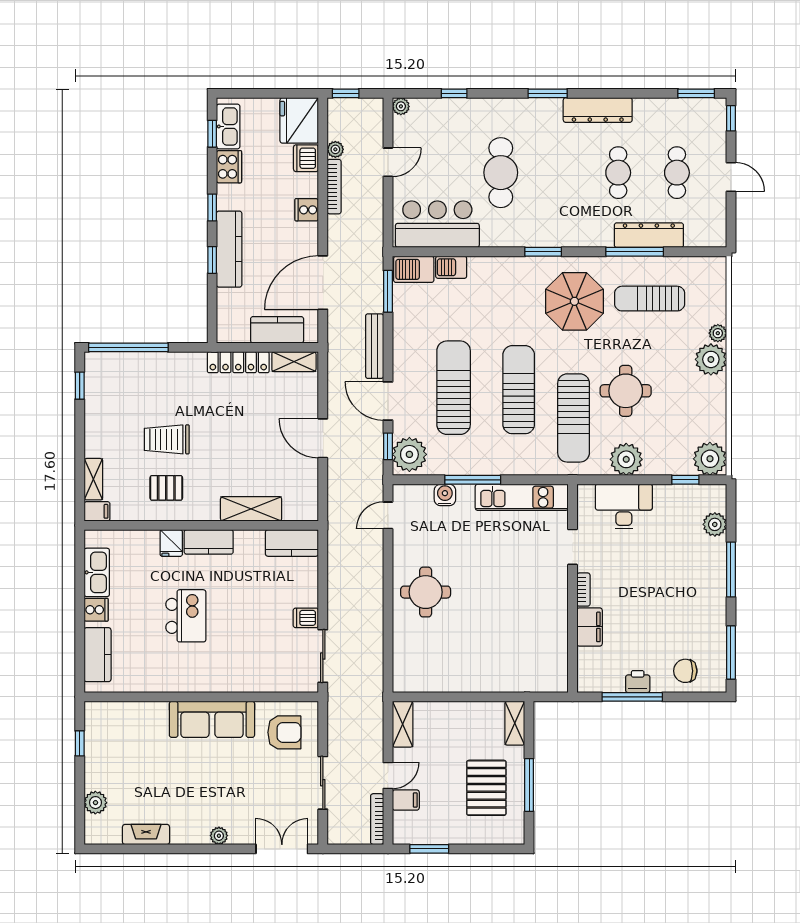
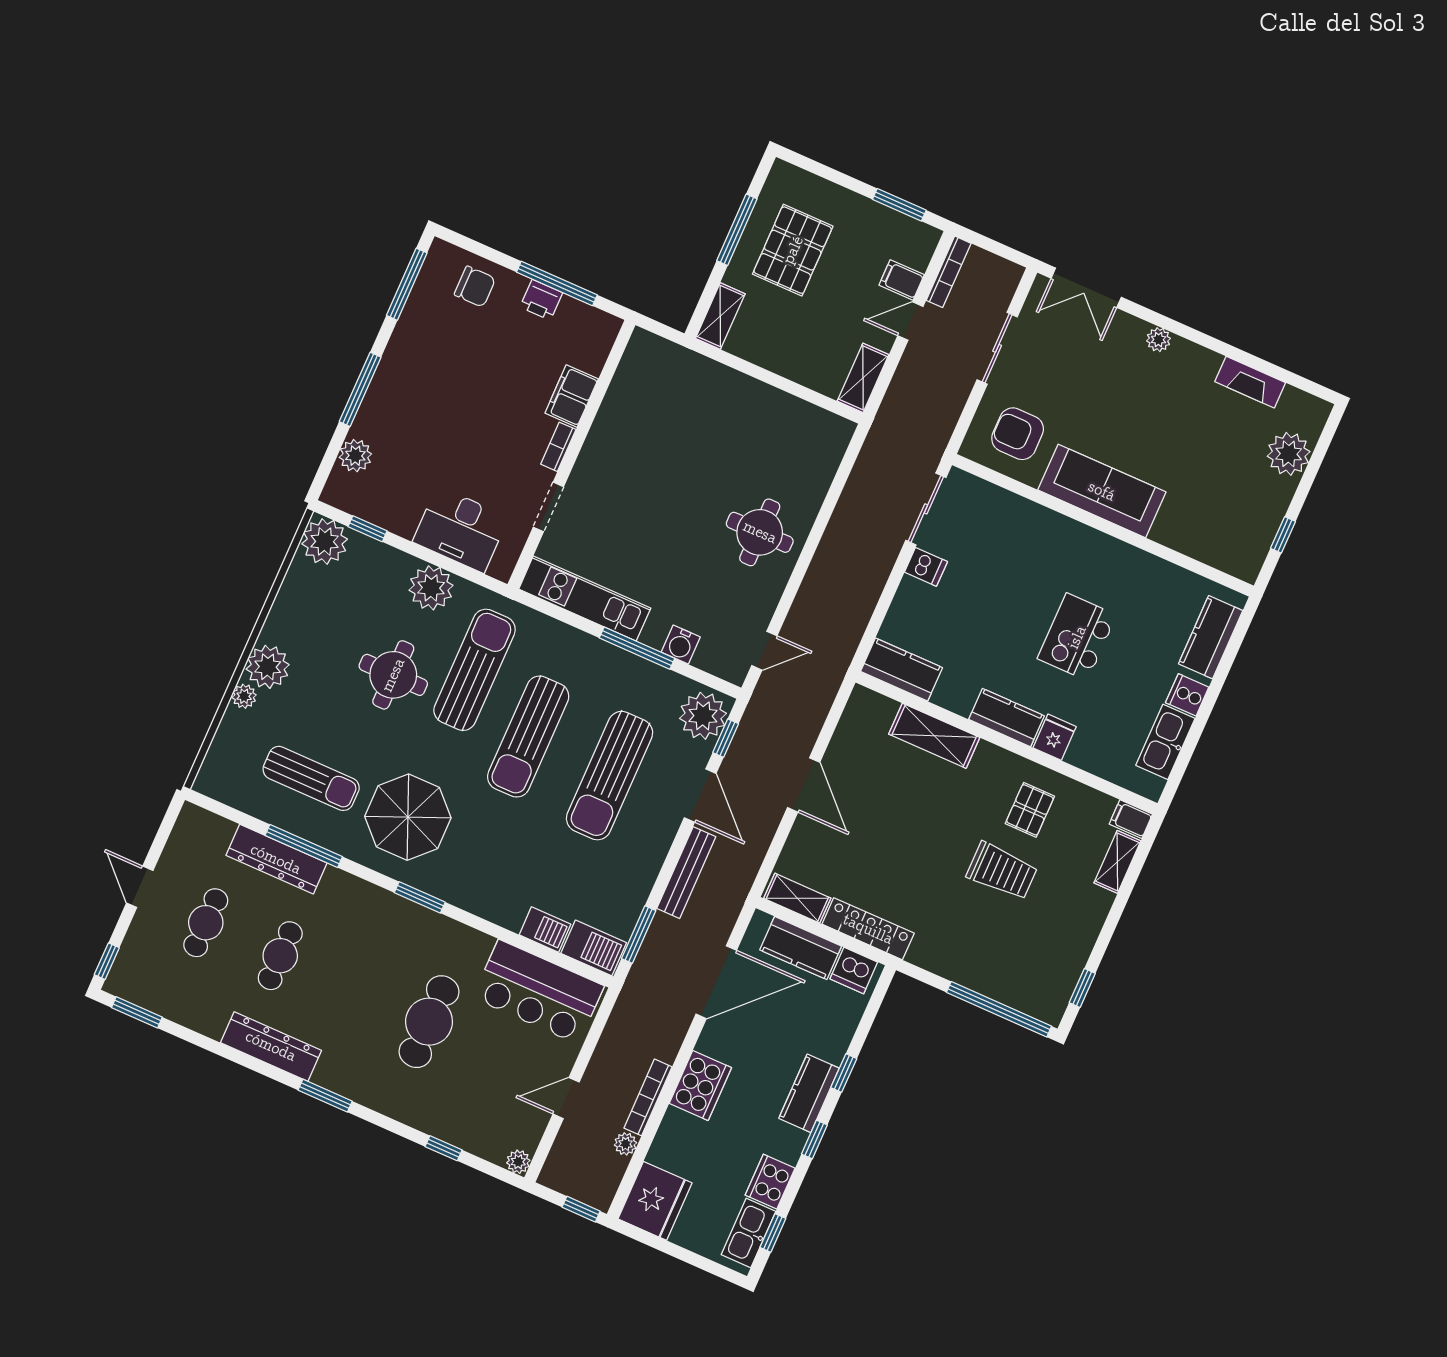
dishwasher: (306, 158) -> (854, 970), moved, turned 90
cooker: (307, 210) -> (700, 1085), width x1.87, depth x1.31
kitchen counter: (229, 249) -> (809, 1093), width x0.67
pallet: (166, 488) -> (1030, 810), turned 90
plant: (95, 803) -> (1289, 454), width x1.36, depth x1.36

